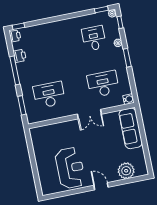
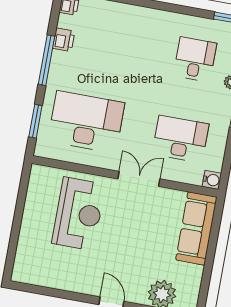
desk: (49, 95) -> (86, 122), width x1.36, depth x1.30
double door: (89, 114) -> (139, 179), swing flipped
reception desk: (70, 168) -> (79, 214), moved

